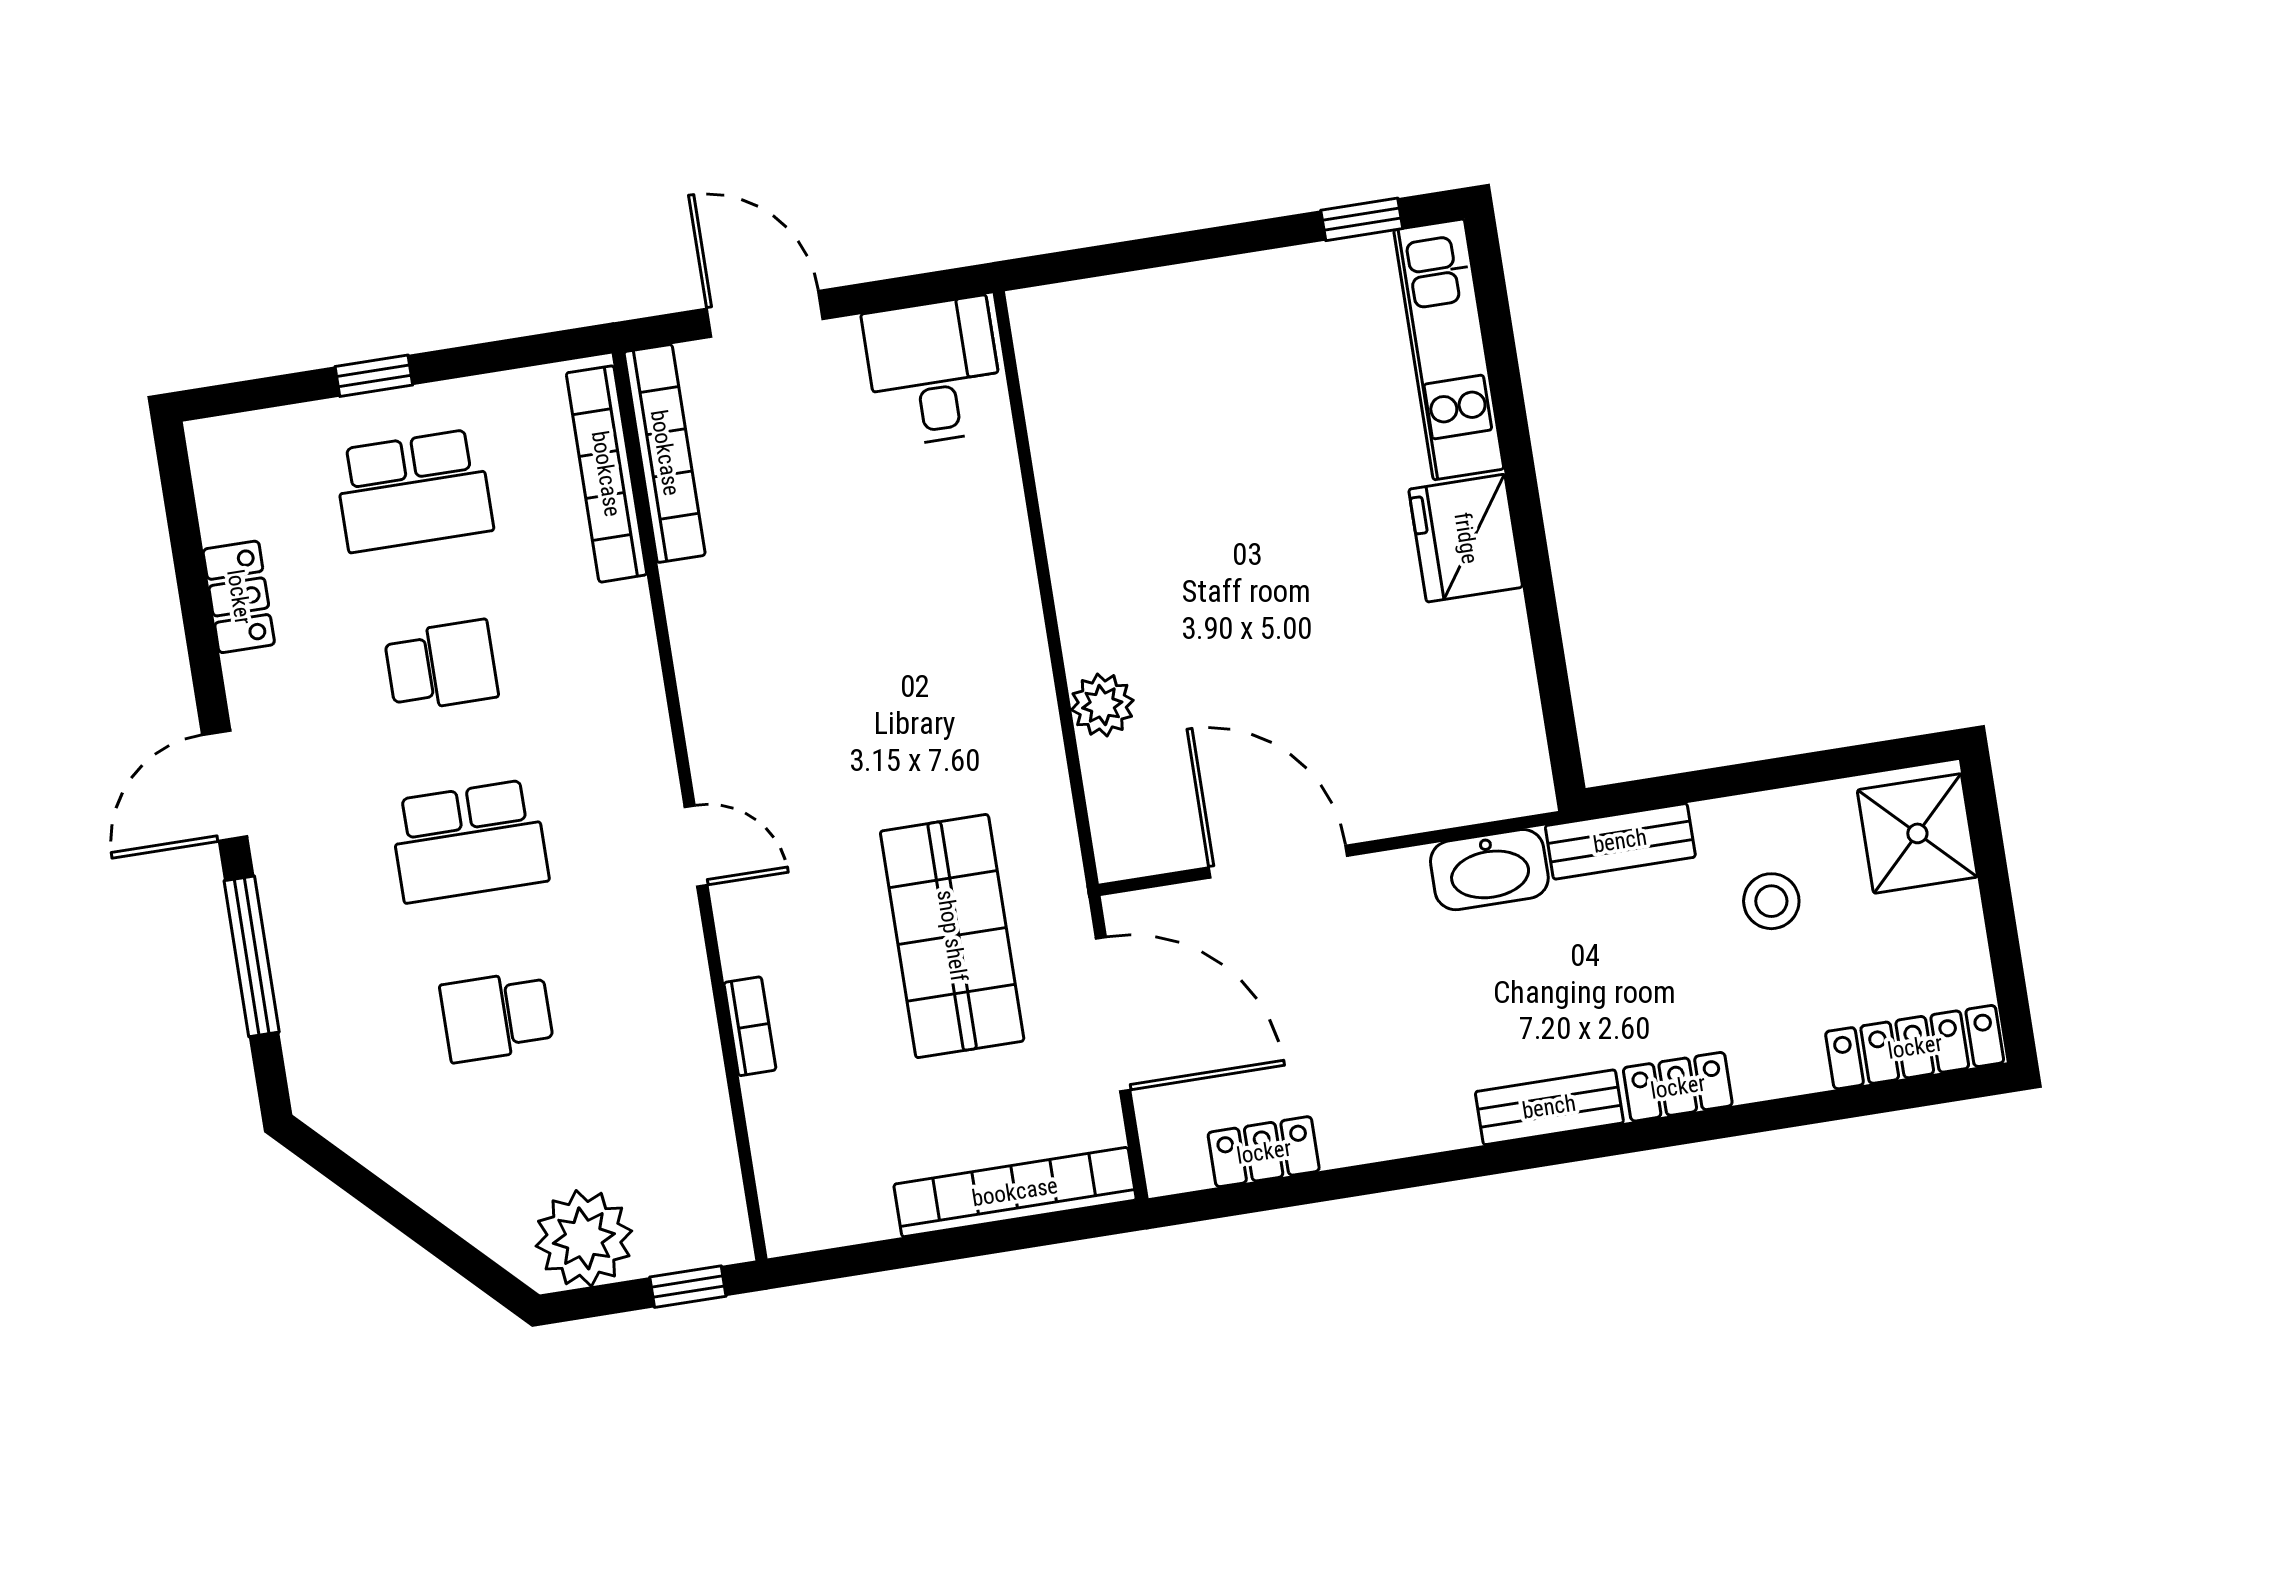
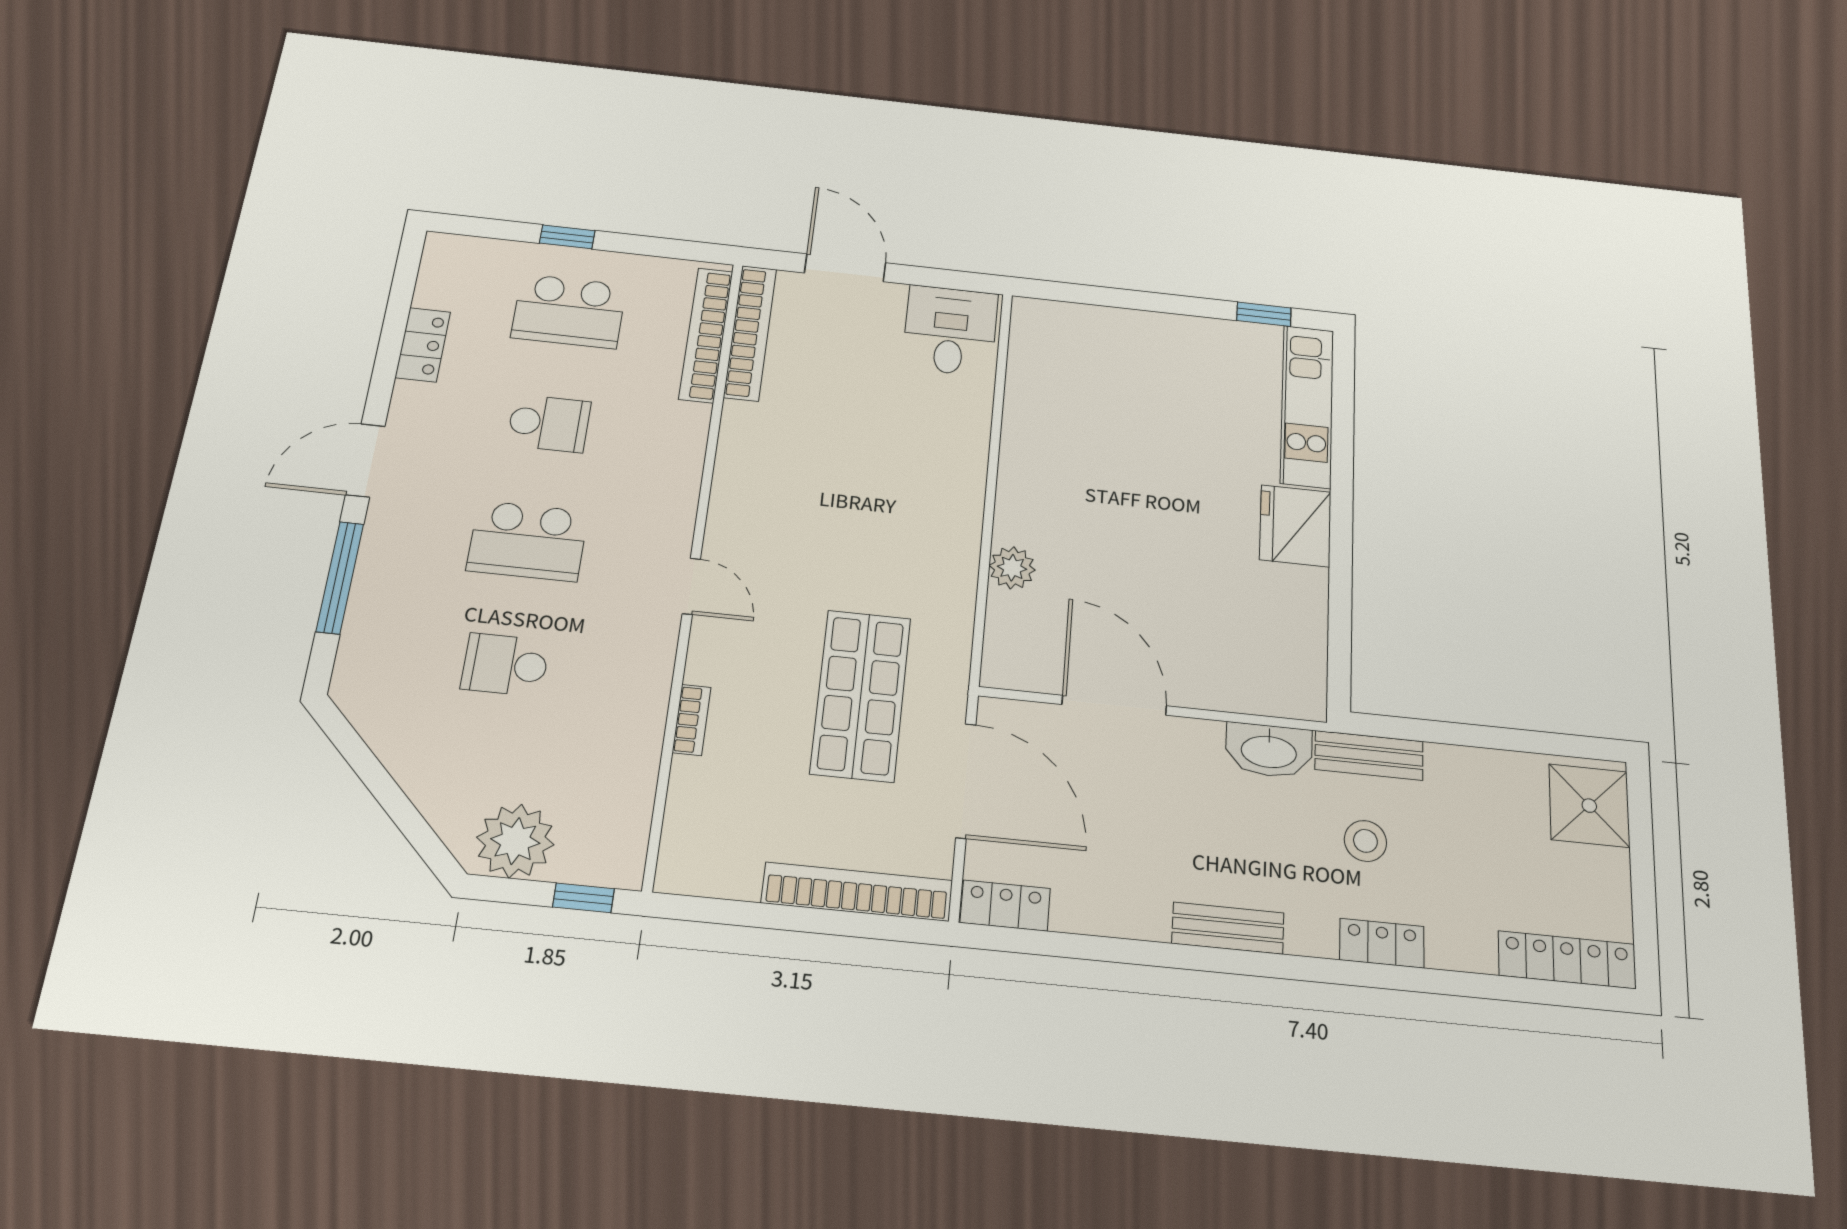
stool: (1771, 901) -> (1365, 841), moved
bench: (1549, 1107) -> (1228, 928), moved
locker: (1264, 1152) -> (1005, 905), moved

